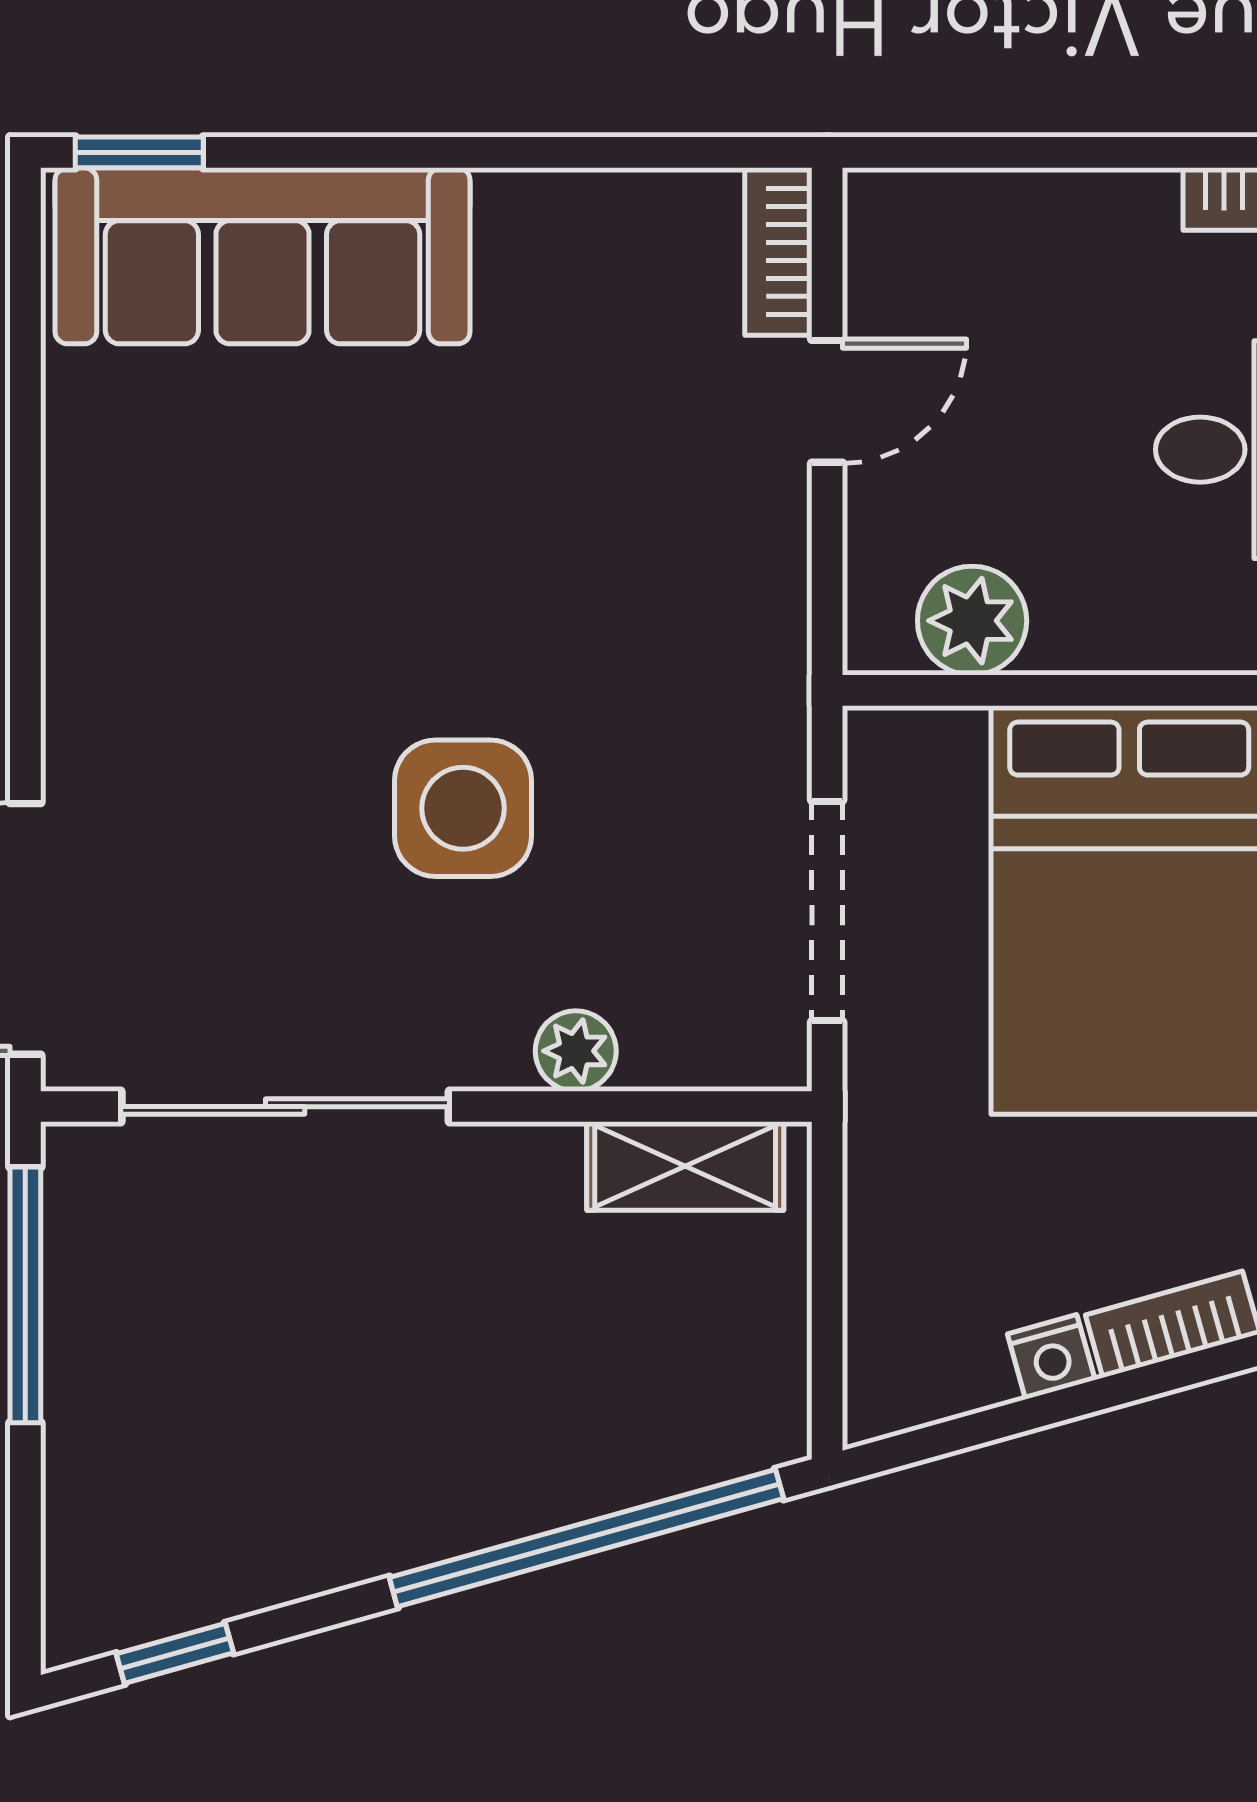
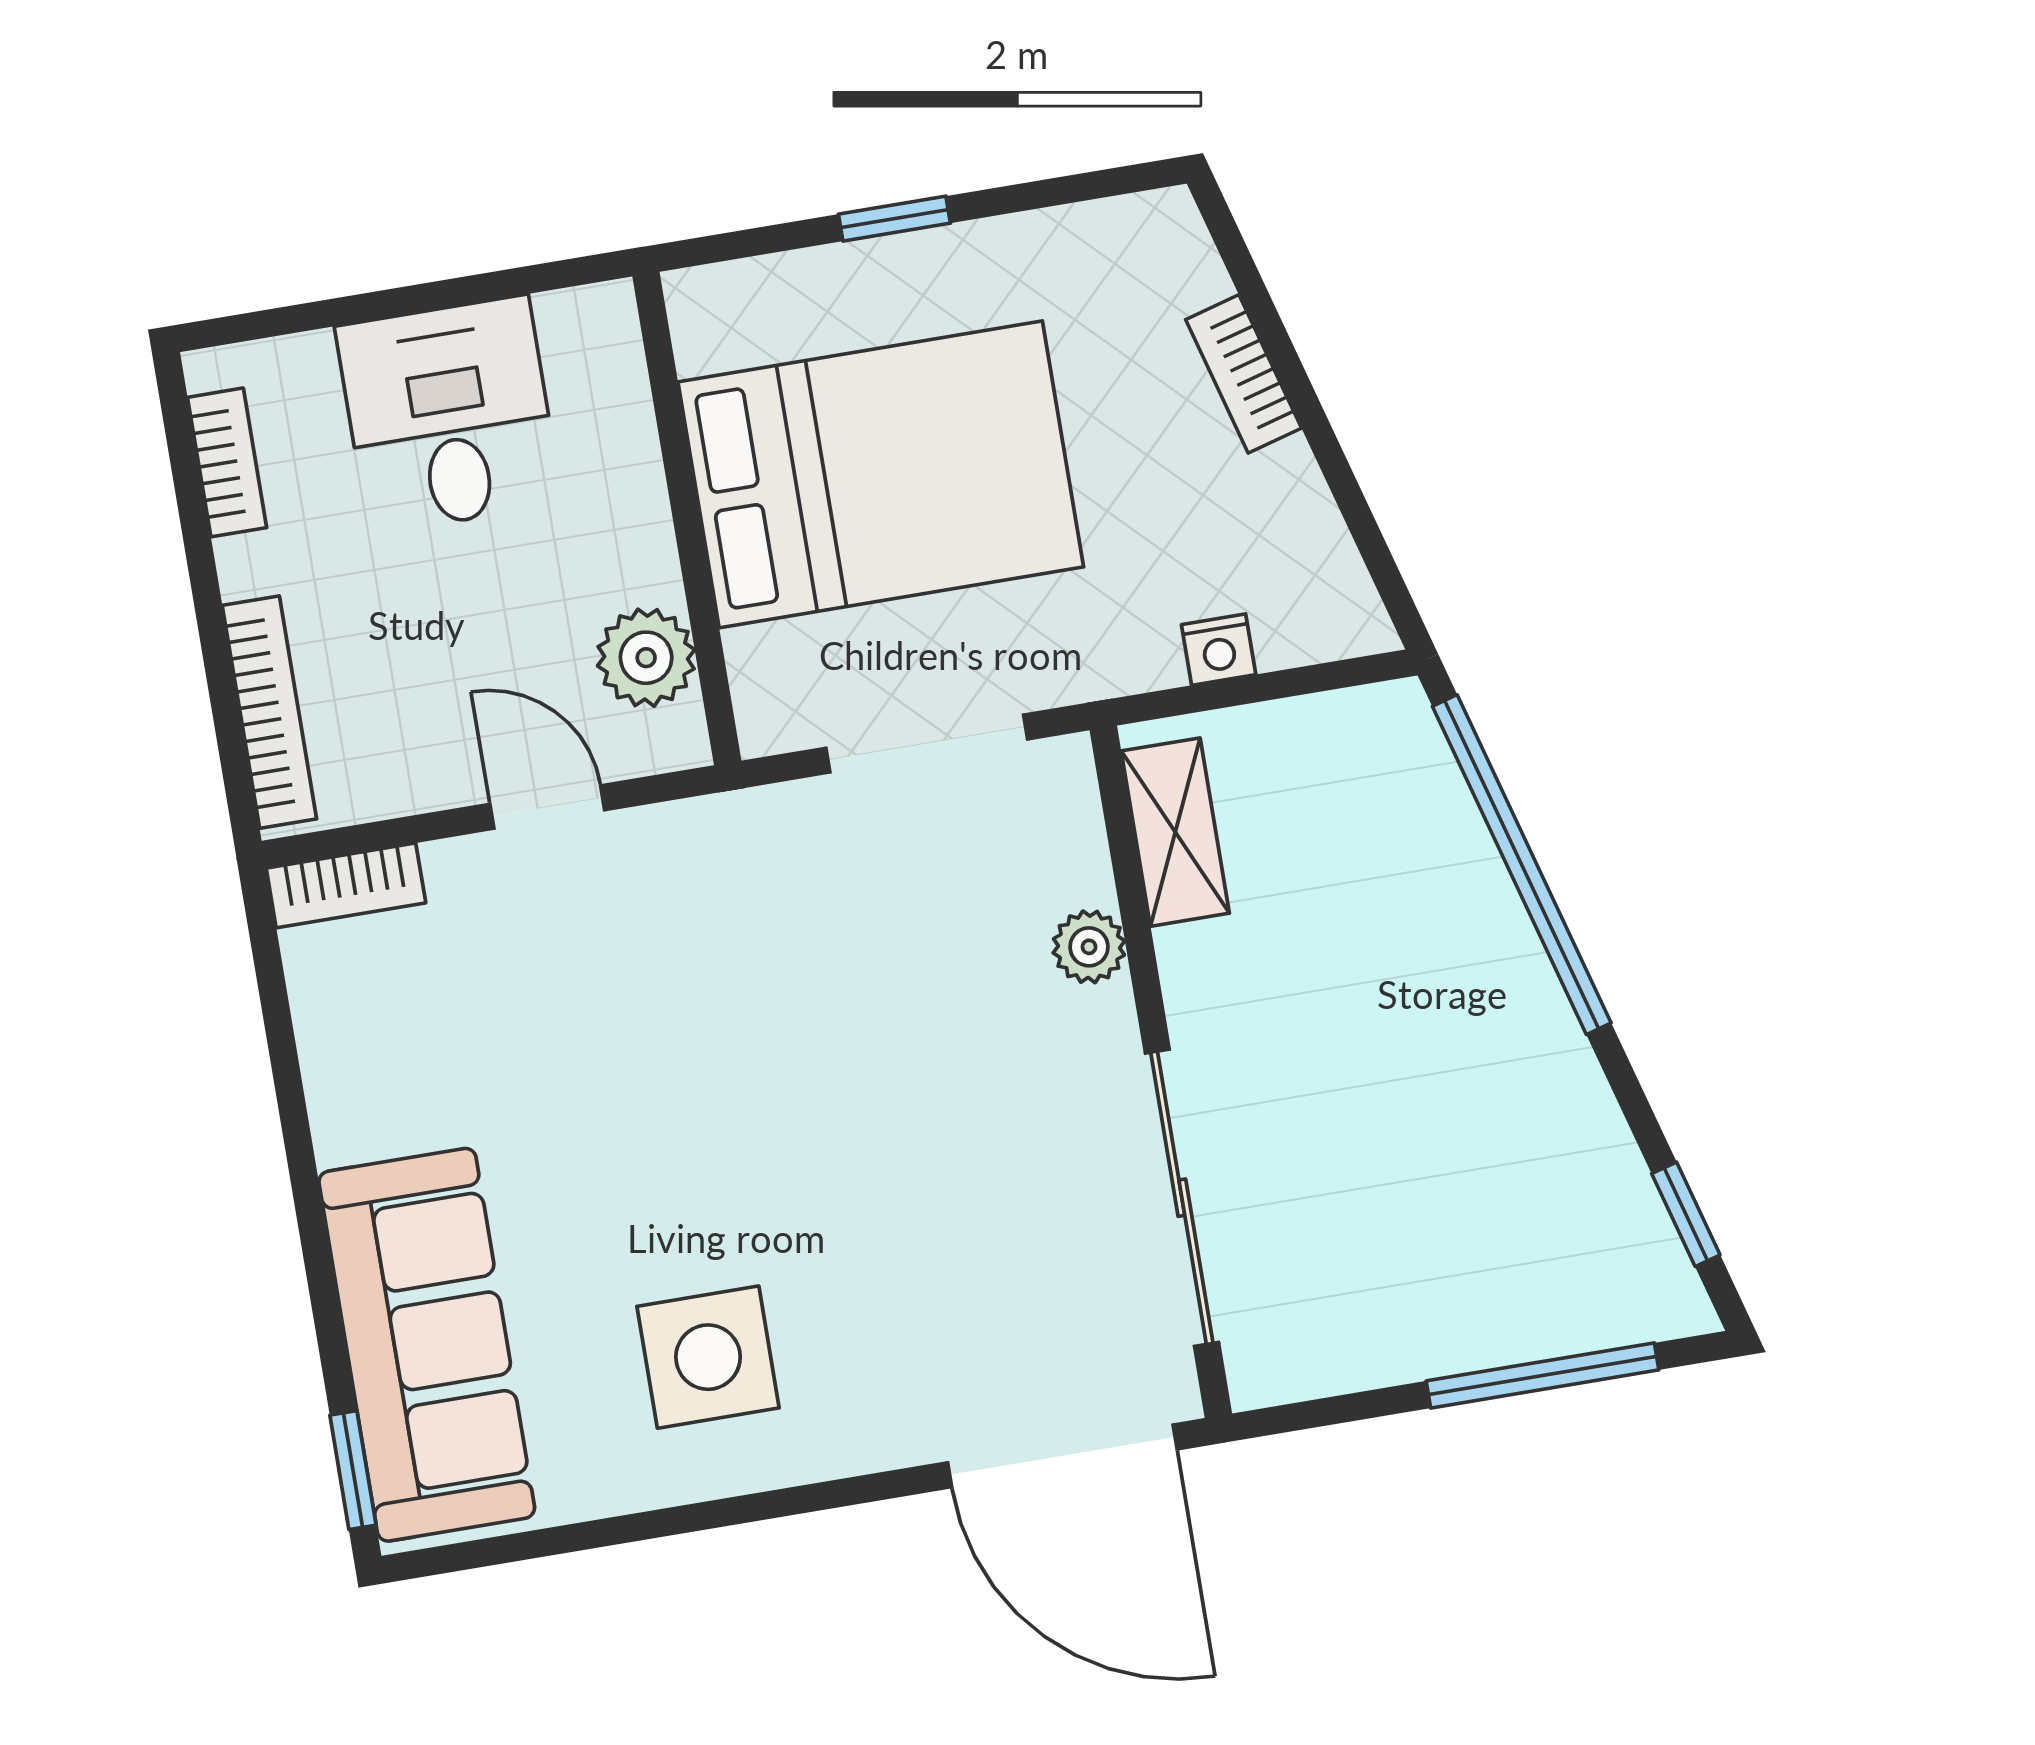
bookcase: (981, 200) -> (269, 712), added
door: (827, 401) -> (547, 807), moved
side table: (463, 808) -> (708, 1357), moved
window: (25, 1295) -> (1542, 1375), moved
nightstand: (1051, 1357) -> (1219, 650), moved, turned 106

